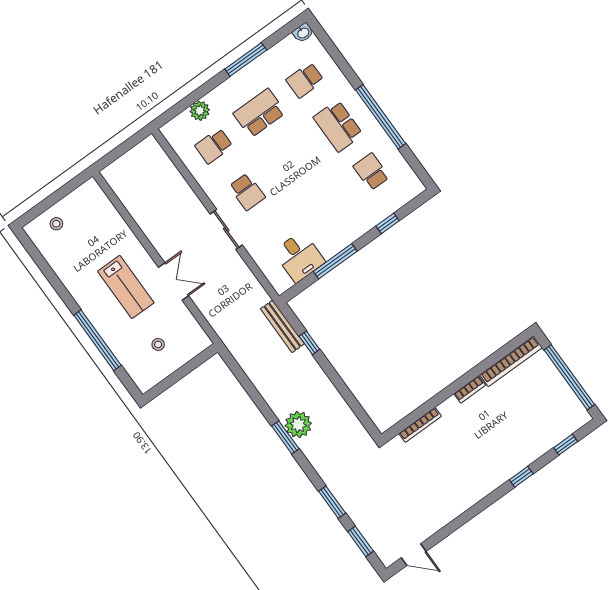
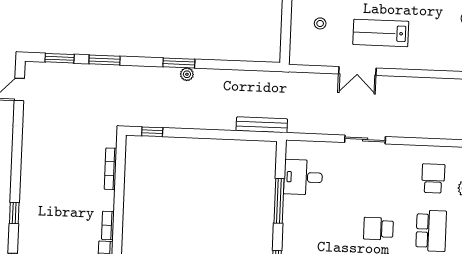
school desk: (247, 192) -> (378, 229), moved
window: (309, 343) -> (152, 132), moved
plant: (298, 425) -> (187, 74), width x0.53, depth x0.53

